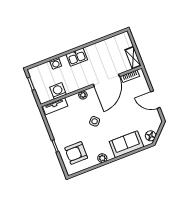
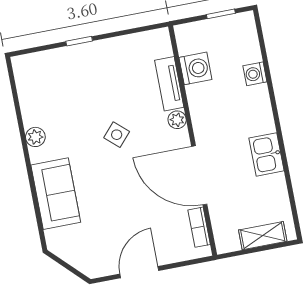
kitchen sink: (77, 57) -> (266, 154), moved
shelving: (133, 58) -> (263, 236), moved
tv unit: (55, 106) -> (169, 84), moved
floor lamp: (151, 136) -> (64, 248), removed
armchair: (76, 153) -> (56, 83), removed

